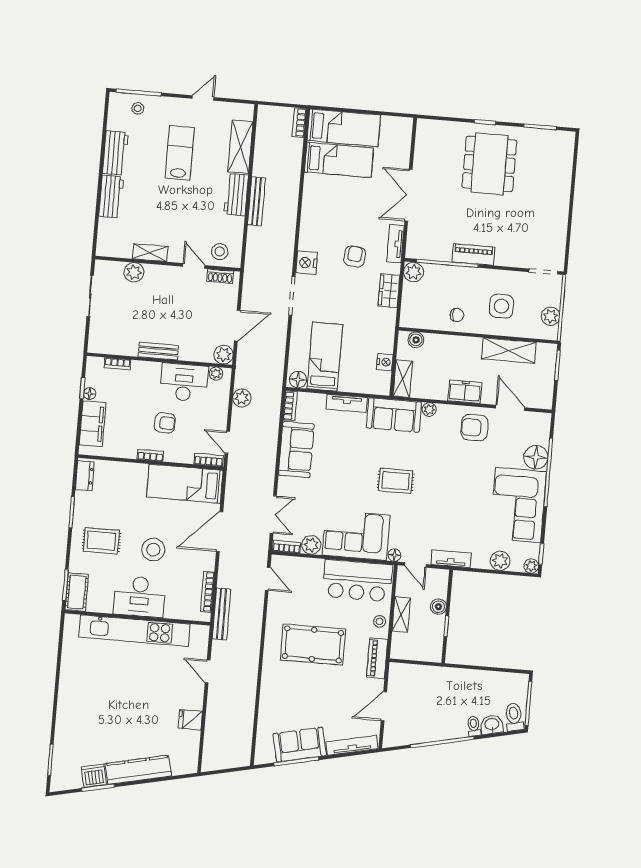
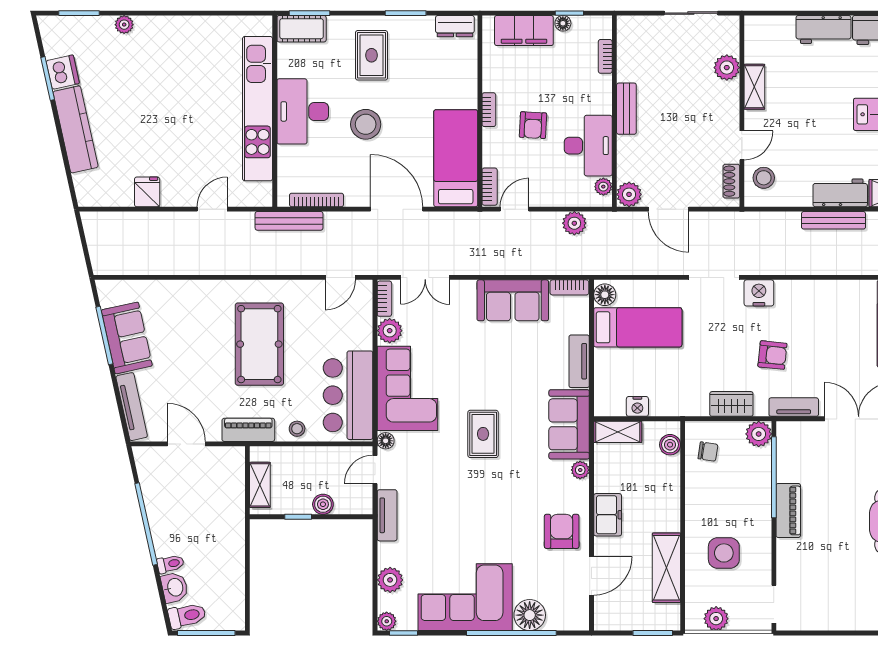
chair: (457, 315) -> (708, 452), moved, turned -81
shelving: (401, 614) -> (260, 485), moved, turned 90
plant: (62, 726) -> (124, 25), added

